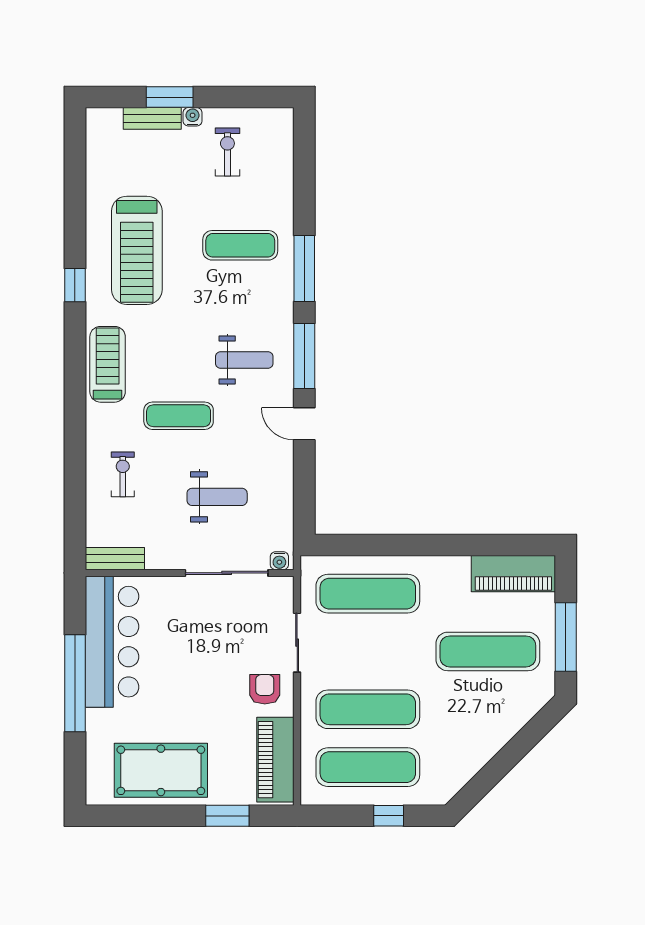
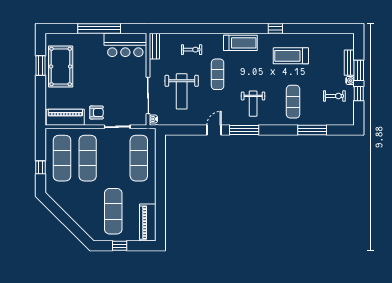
window: (222, 97) -> (359, 94), added
treadmill: (137, 250) -> (291, 56), width x0.73, depth x0.73
window: (304, 268) -> (312, 130), moved
weight bench: (244, 360) -> (253, 104), moved
weight bench: (217, 497) -> (182, 91), width x1.36, depth x1.33
window: (566, 637) -> (120, 246), width x0.46
bar counter: (112, 642) -> (125, 45), width x0.73
window: (227, 816) -> (40, 66), moved

